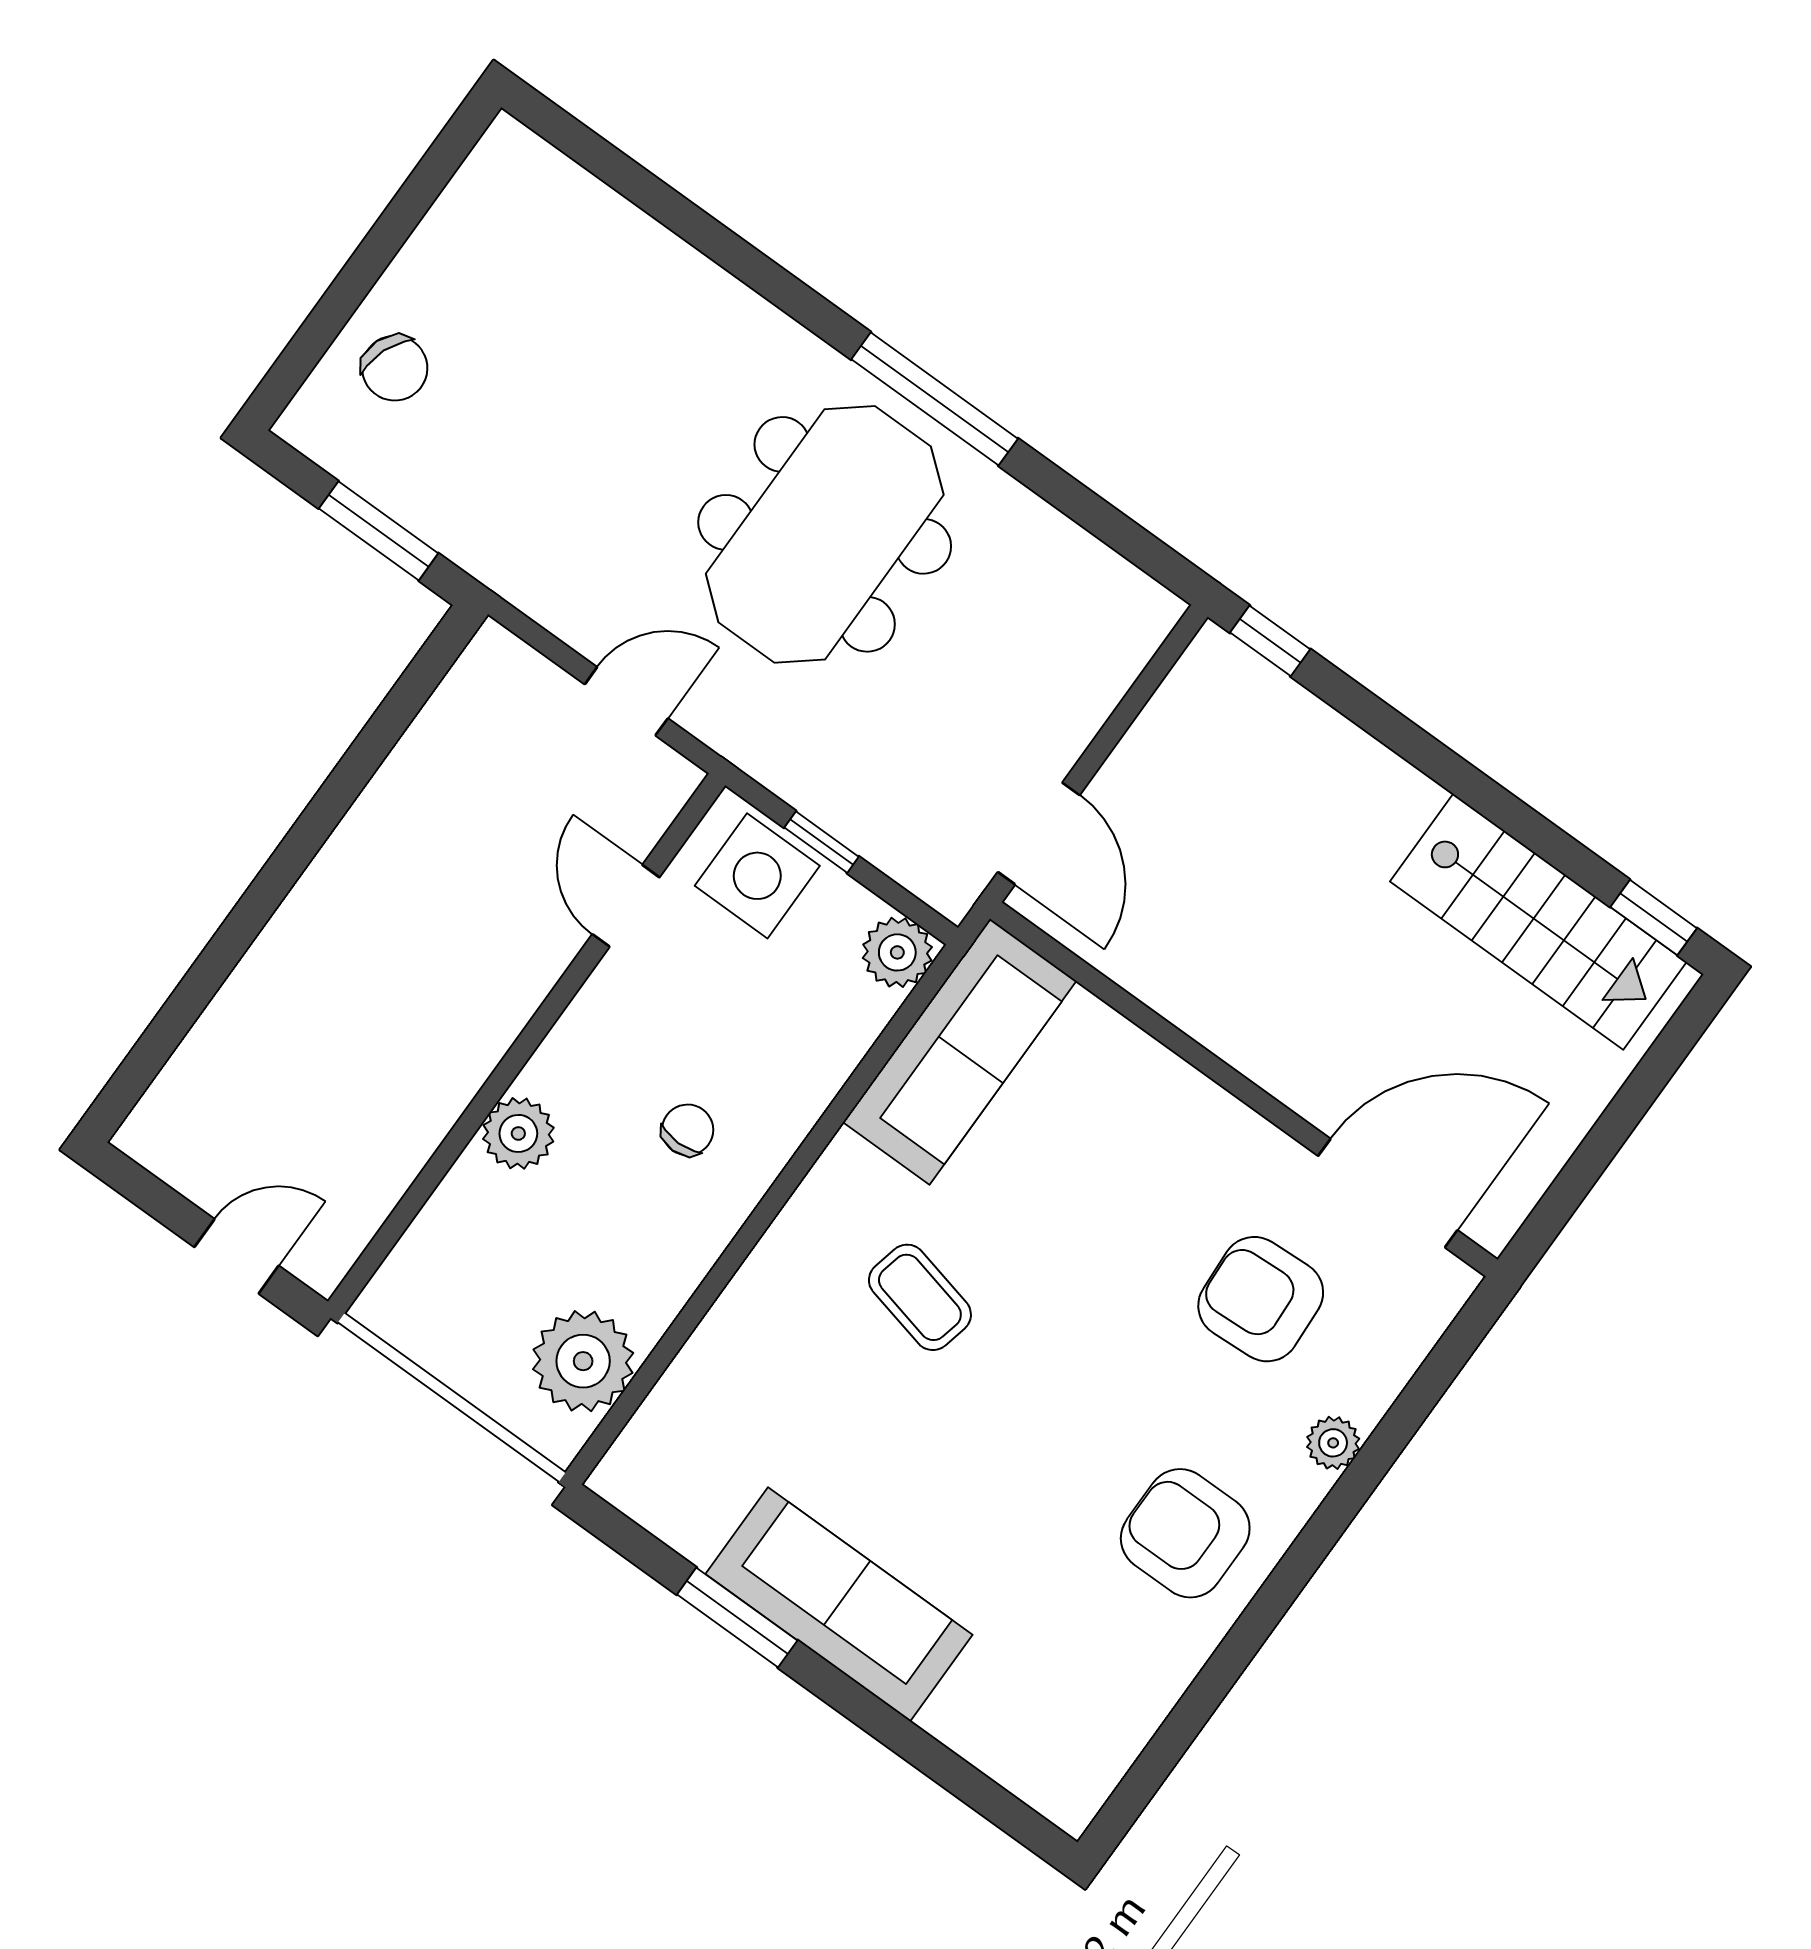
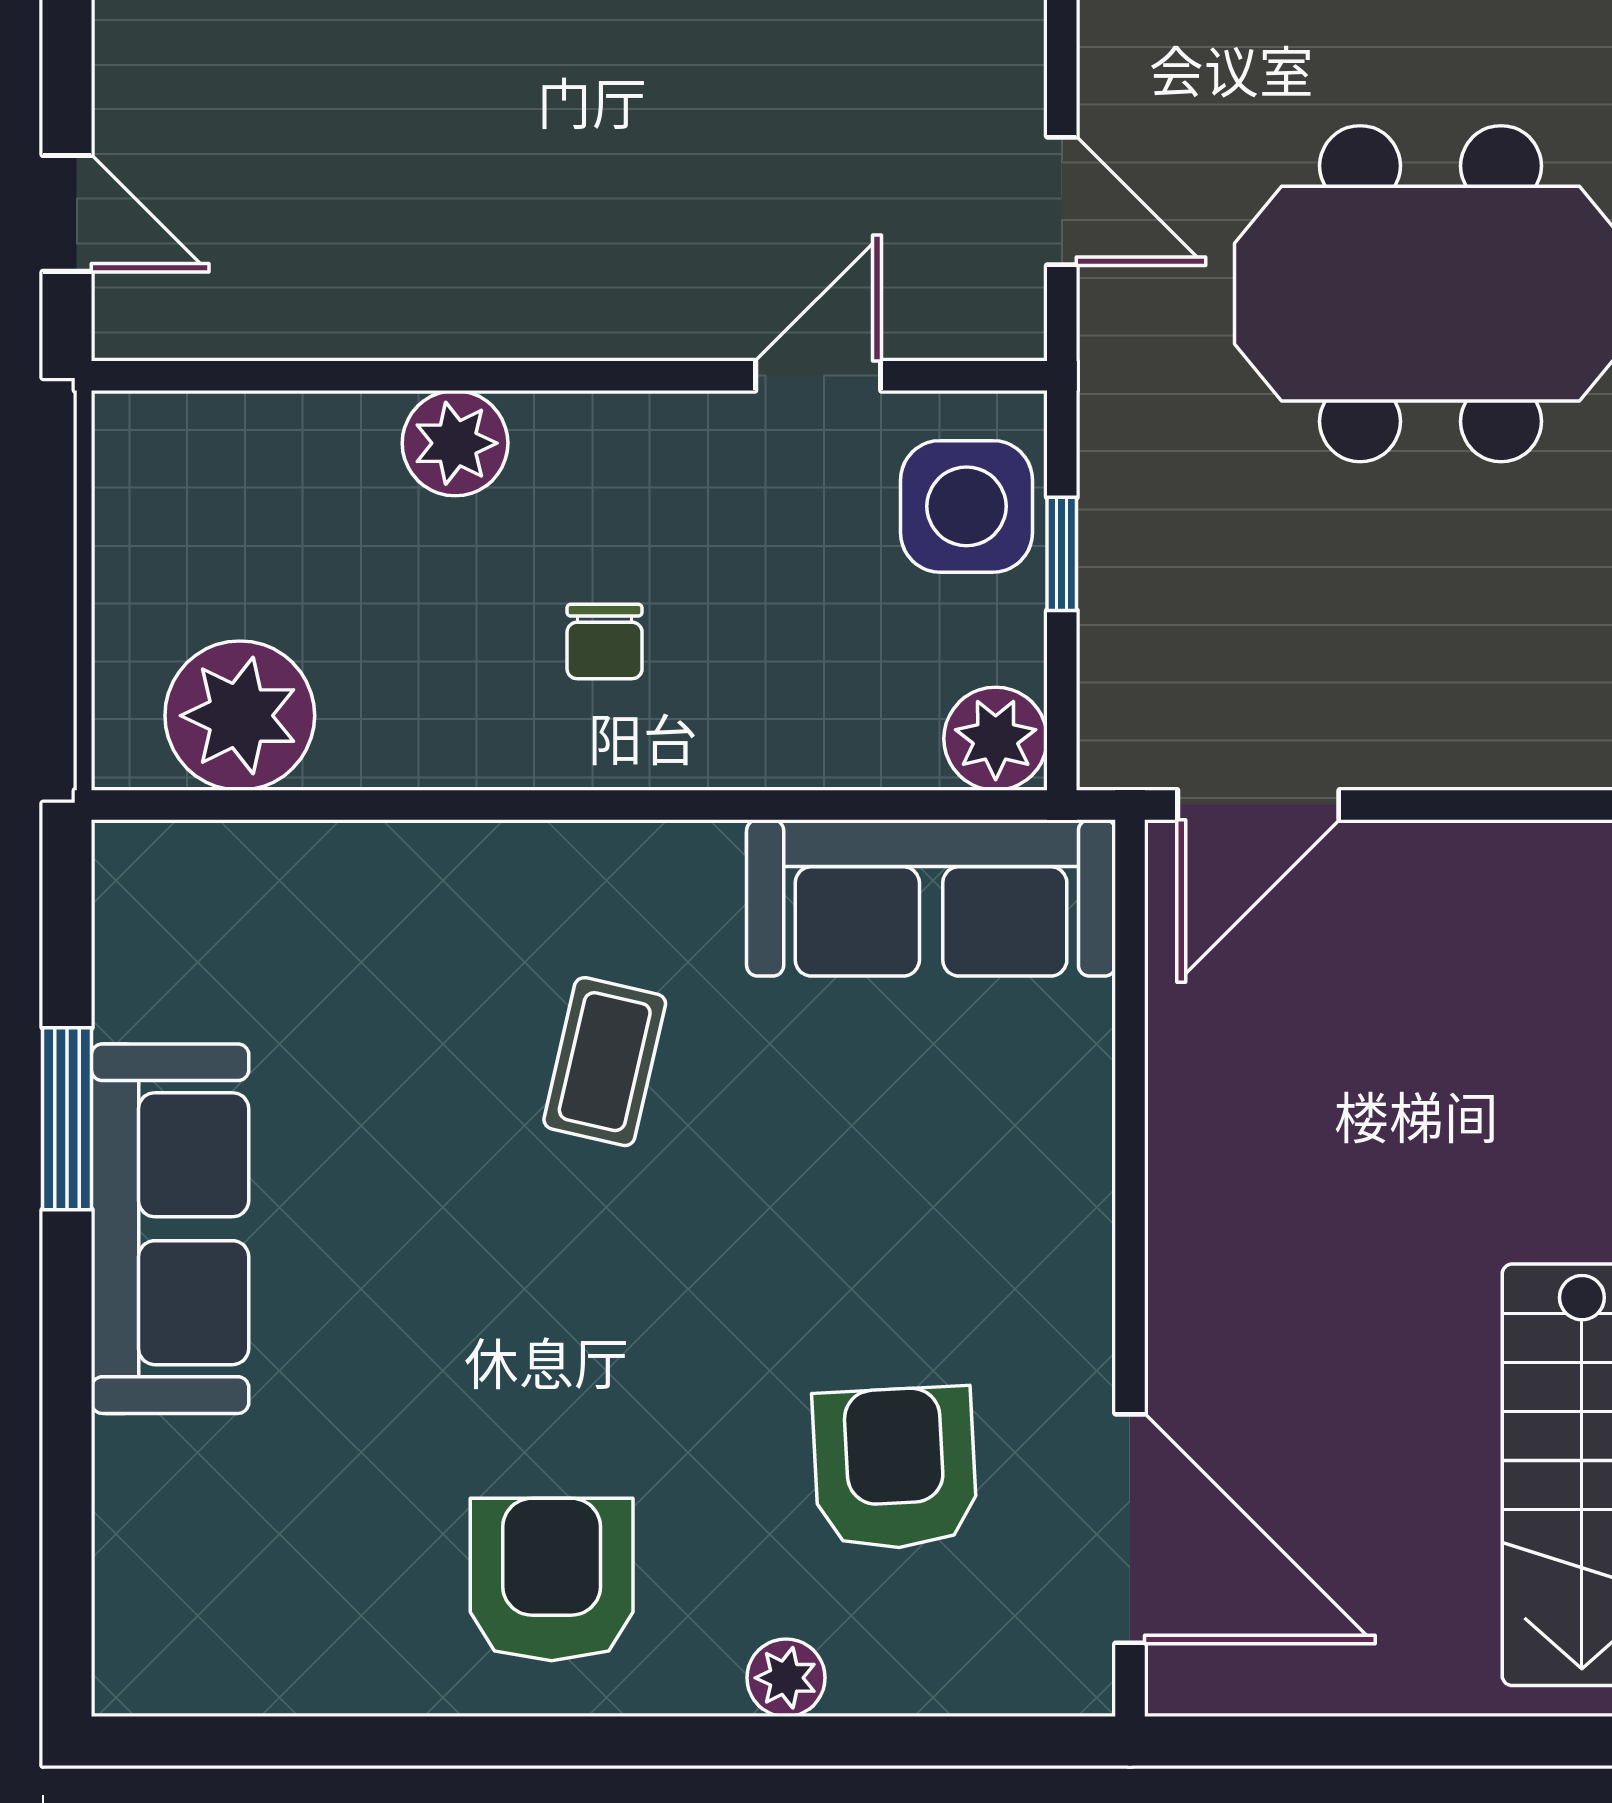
chair: (688, 1130) -> (605, 642), turned 90

